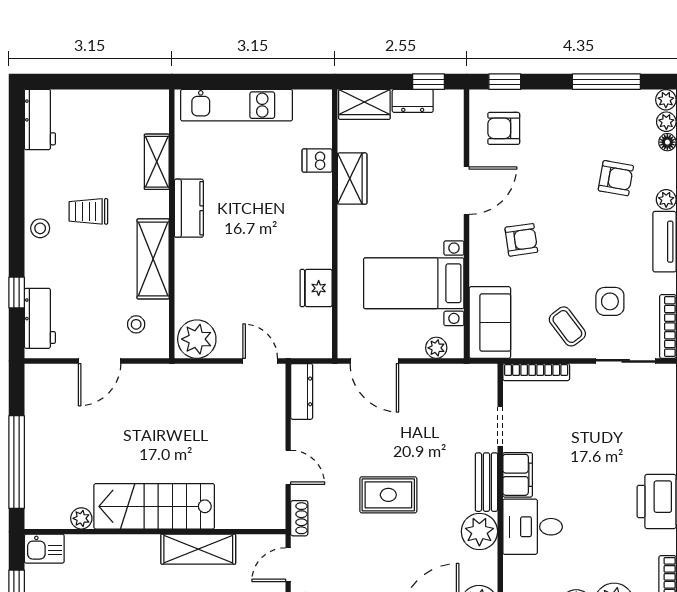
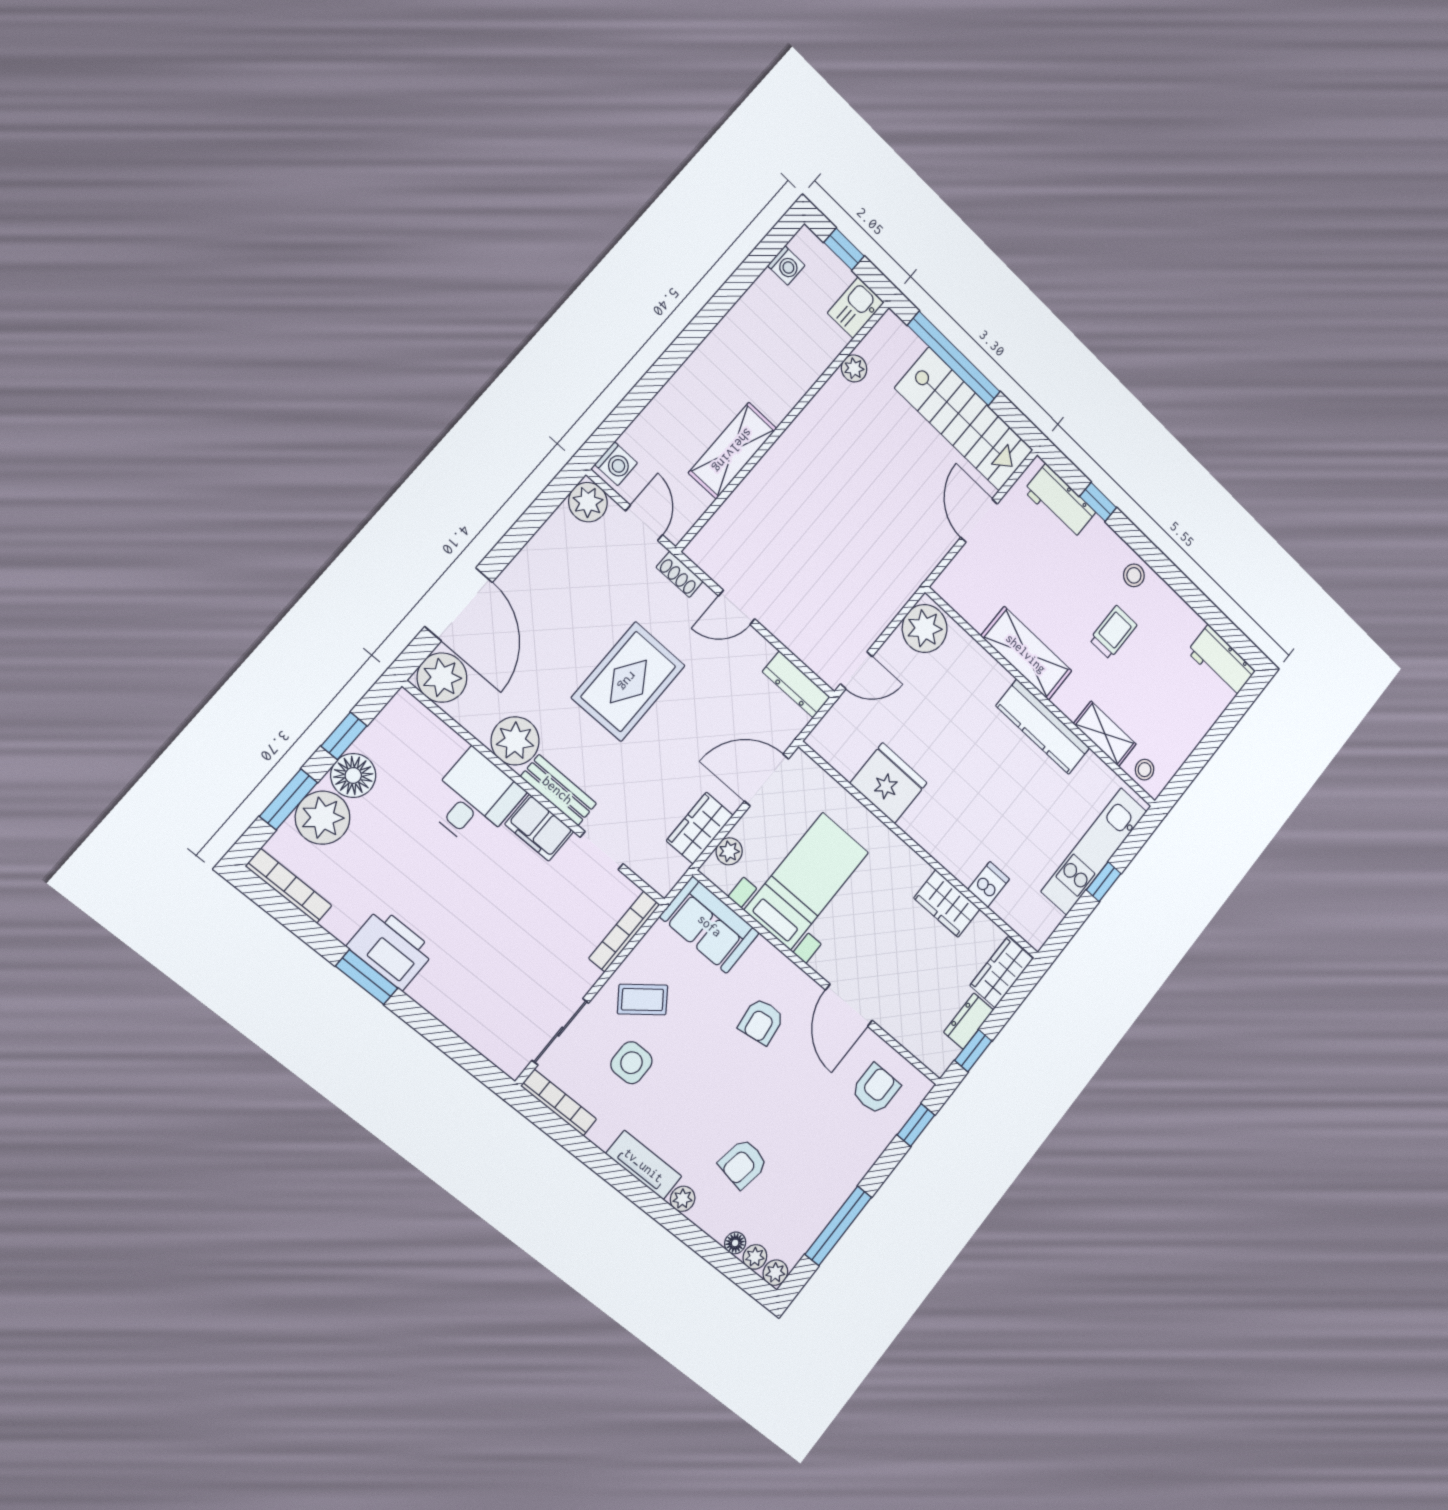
window: (250, 82) -> (1104, 882), added
kitchen counter: (189, 208) -> (1043, 727), width x1.50
fridge: (316, 288) -> (888, 783), width x1.36, depth x1.34
stool: (136, 324) -> (1145, 770), moved
wardrobe: (438, 378) -> (700, 828), added
rug: (388, 495) -> (628, 682), width x1.36, depth x1.43
stairs: (154, 506) -> (964, 419), moved, turned 90

